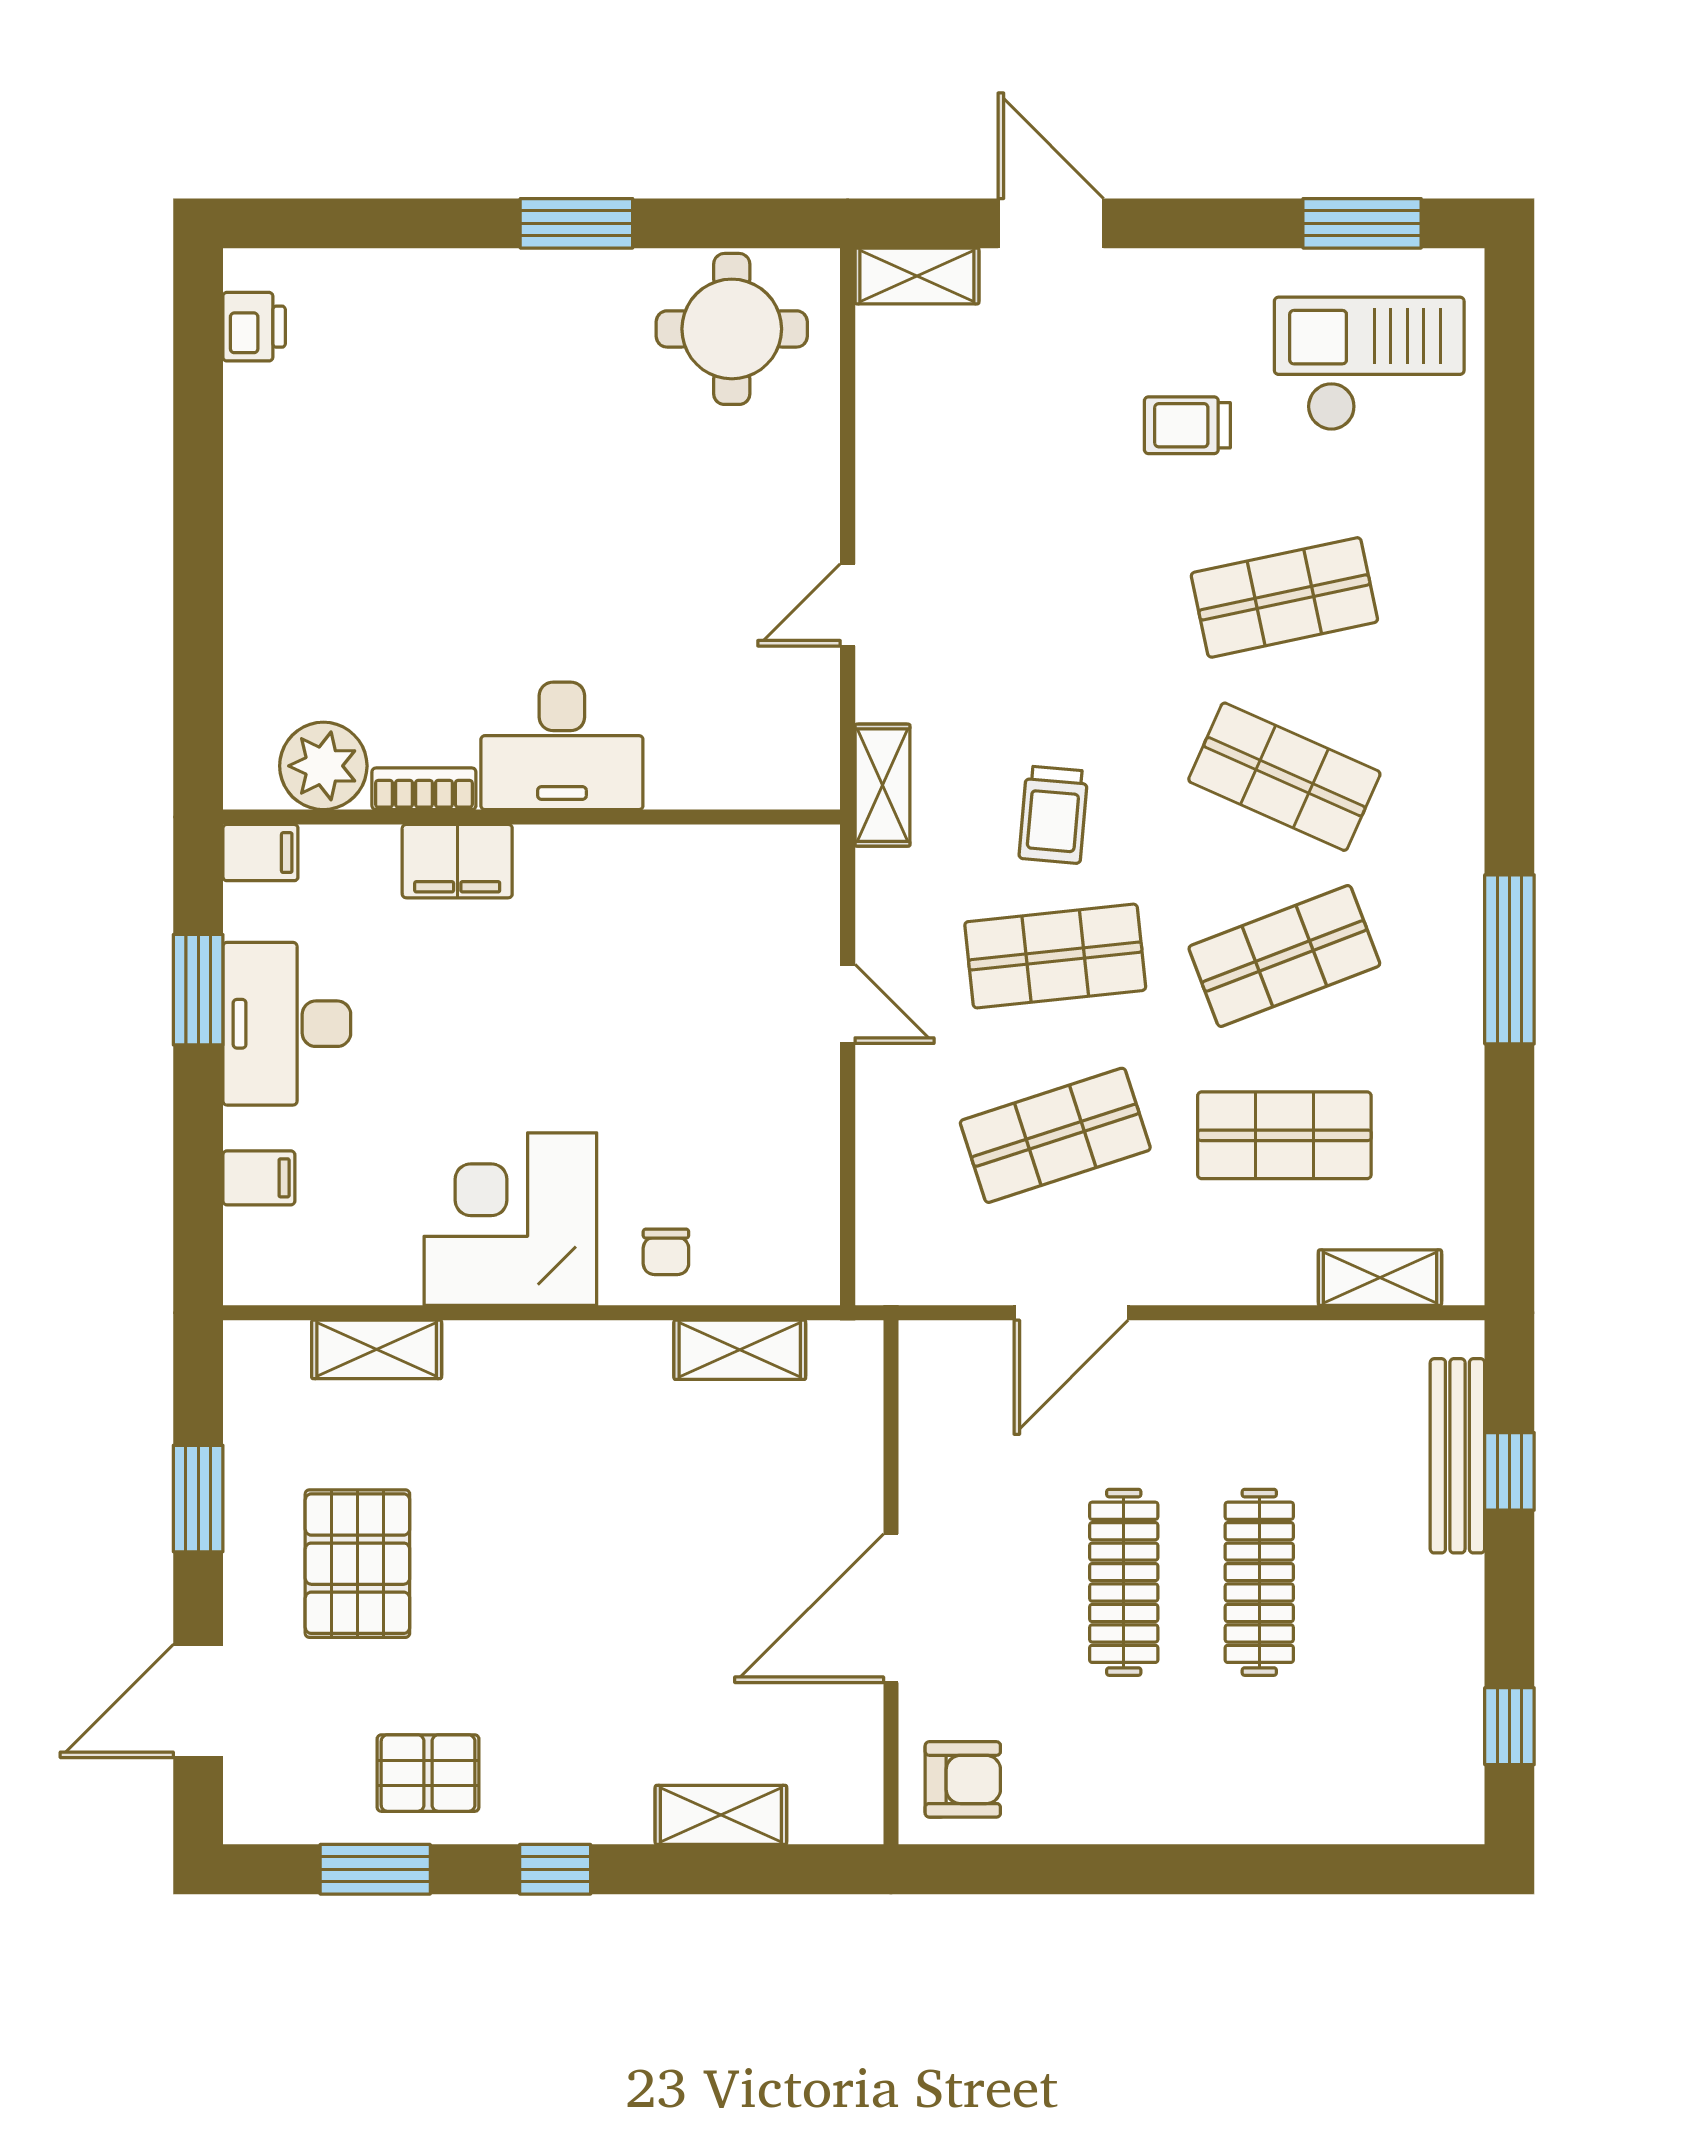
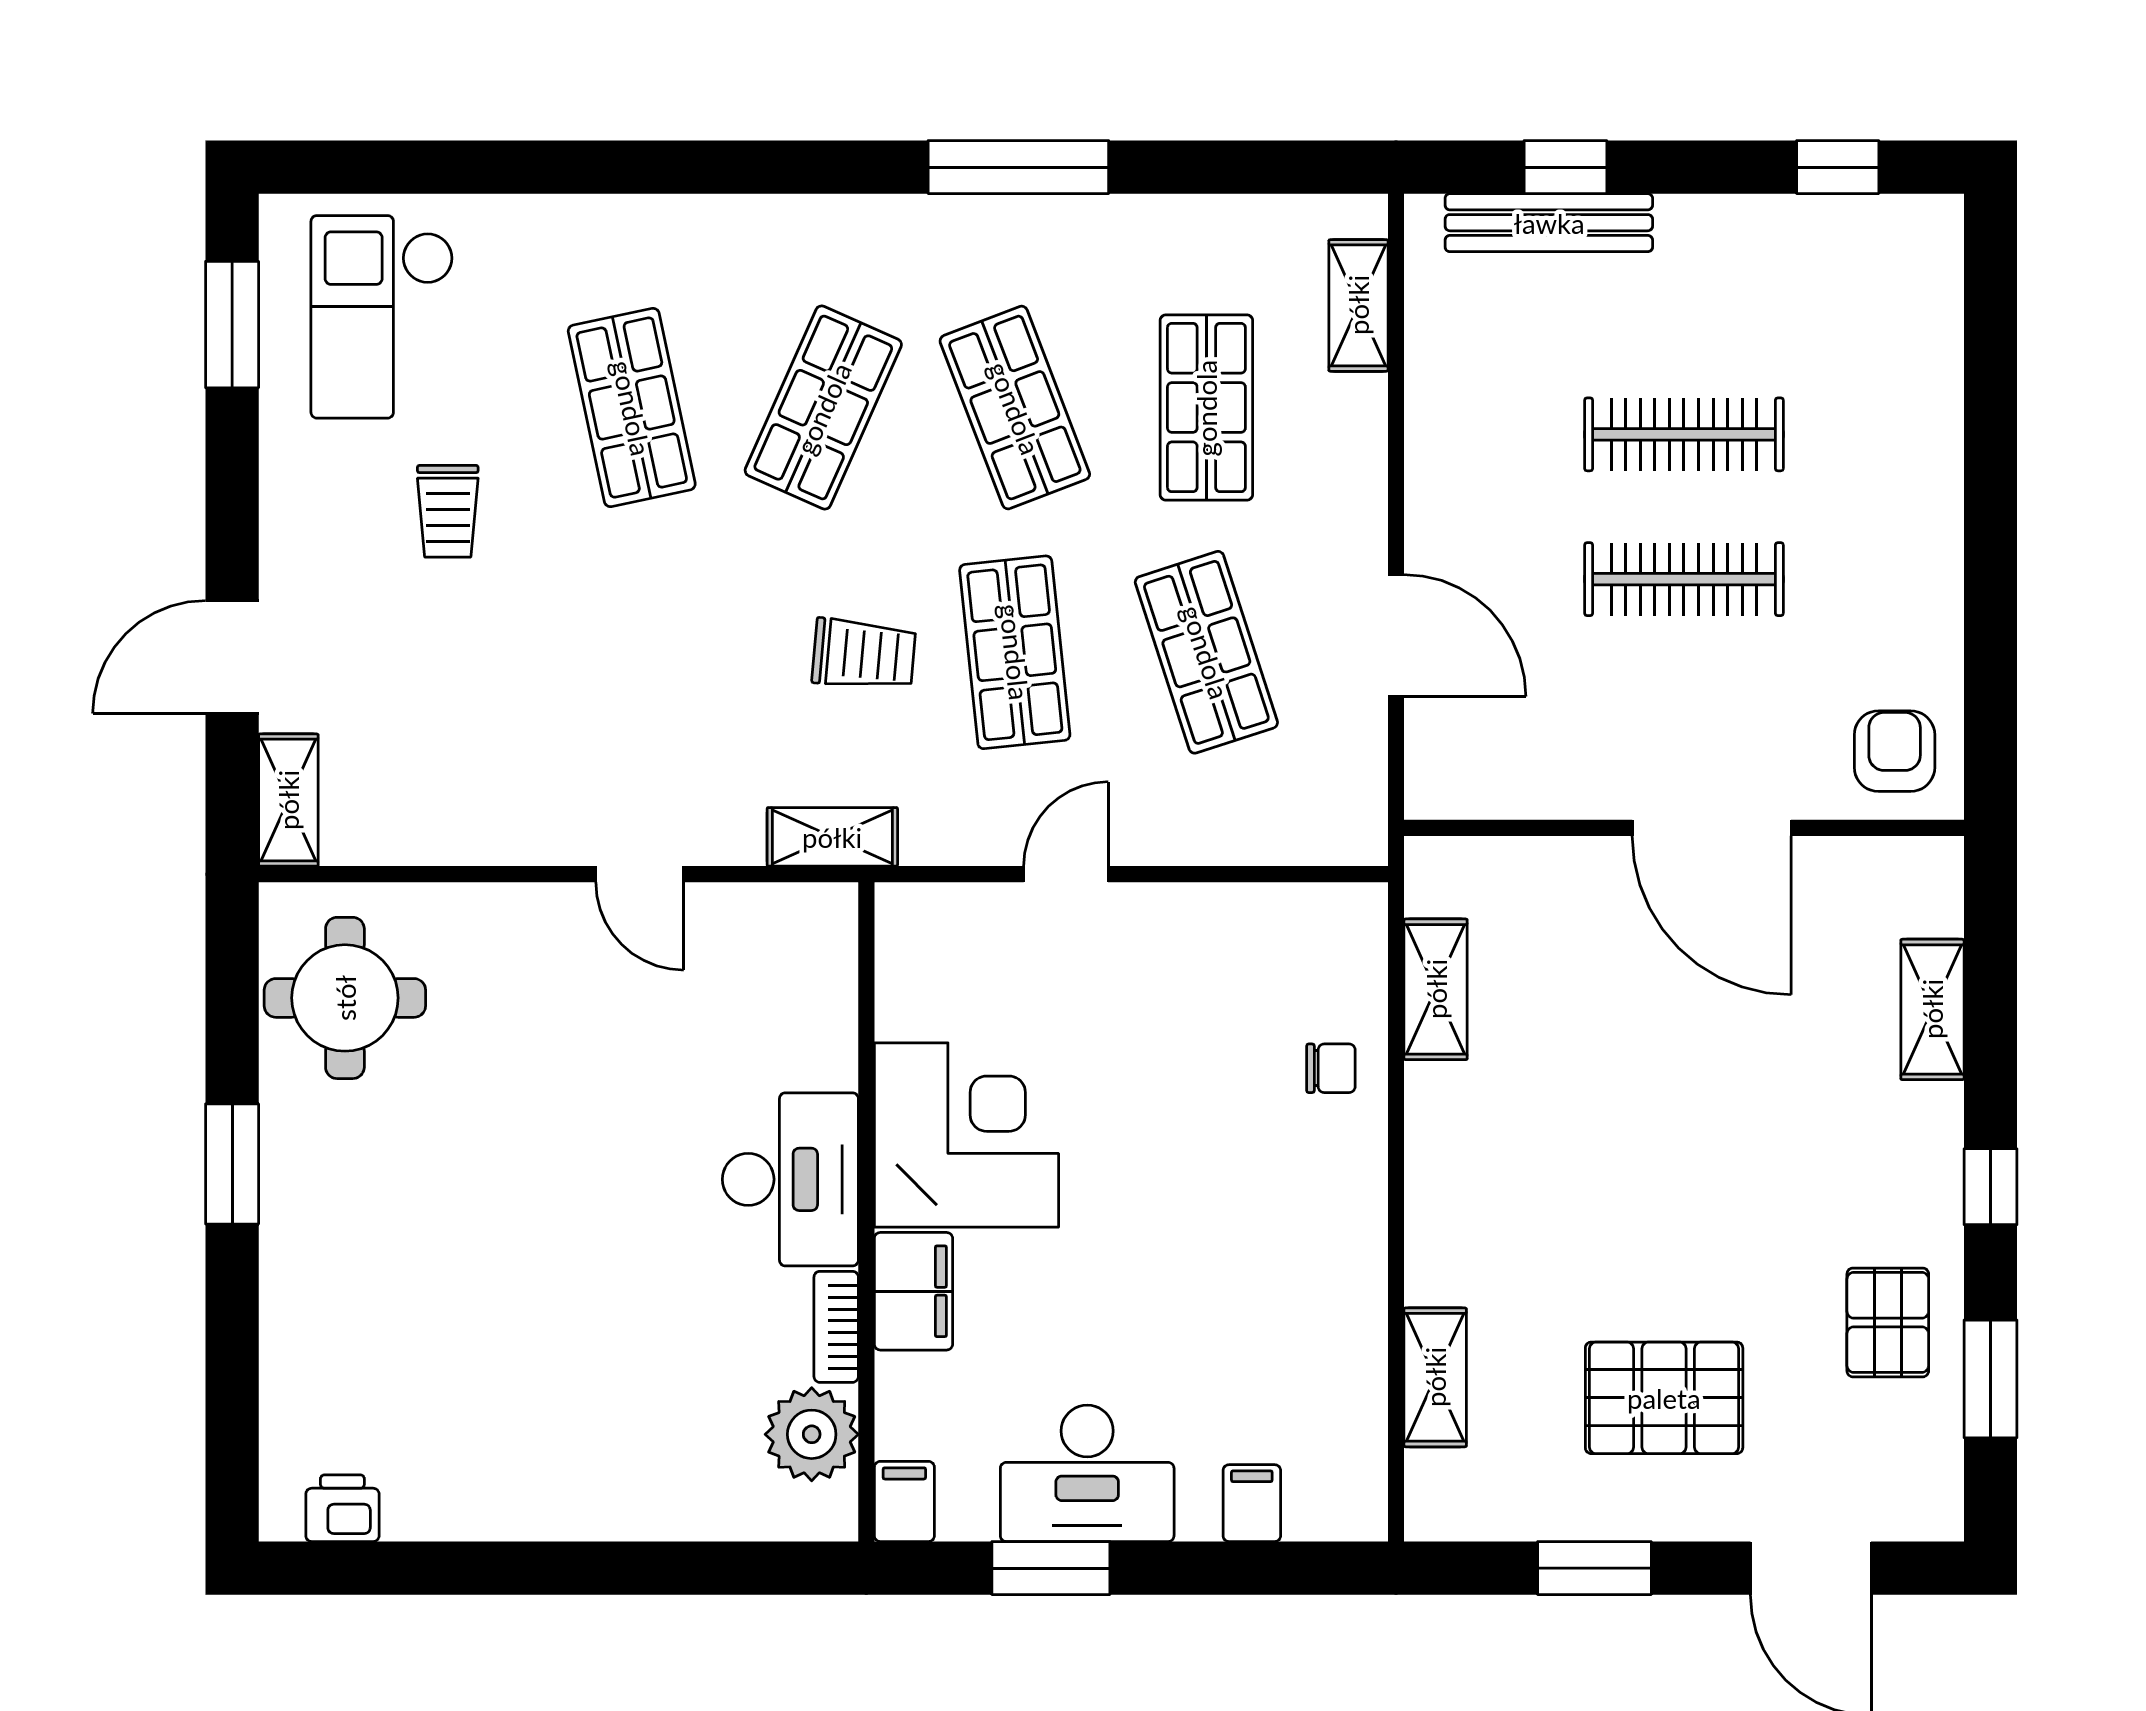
corner desk: (510, 1219) -> (966, 1135), moved, turned 180

